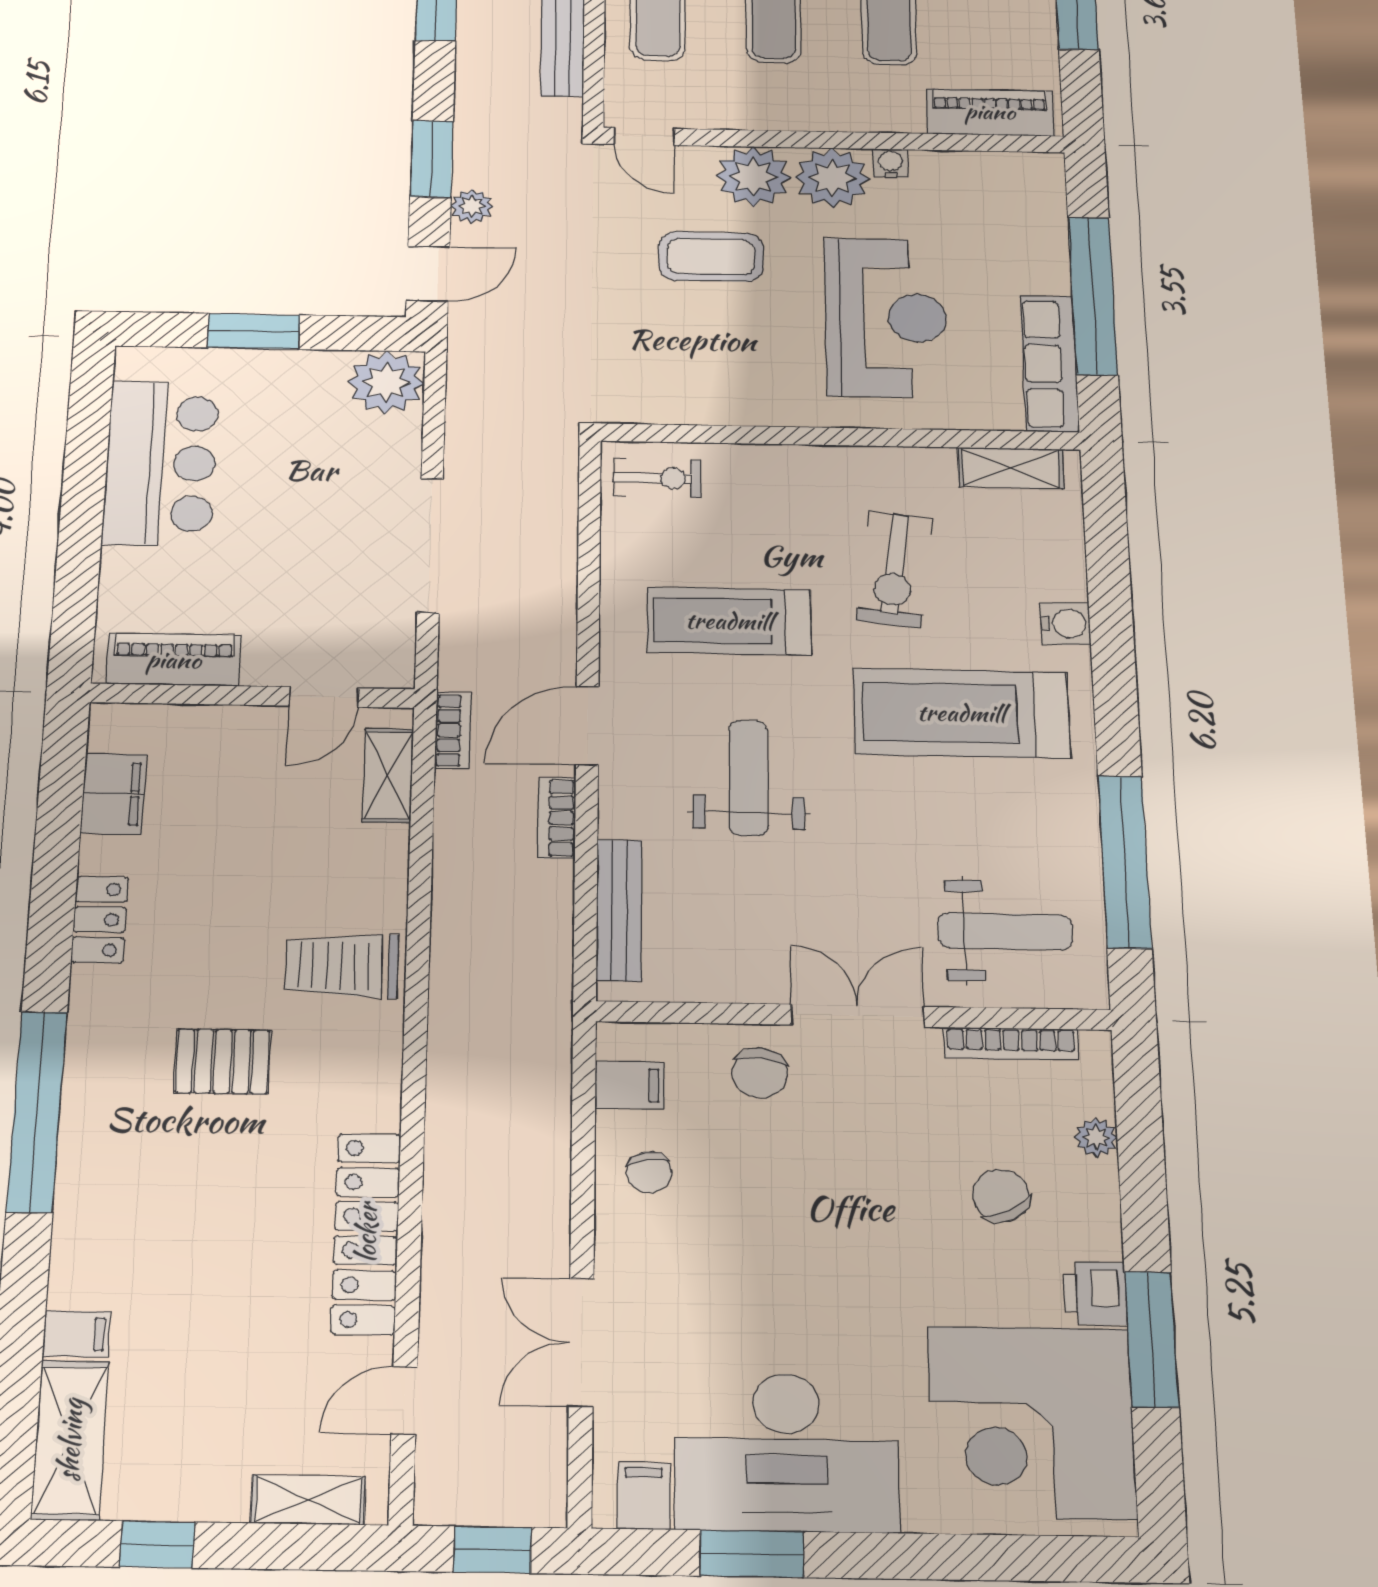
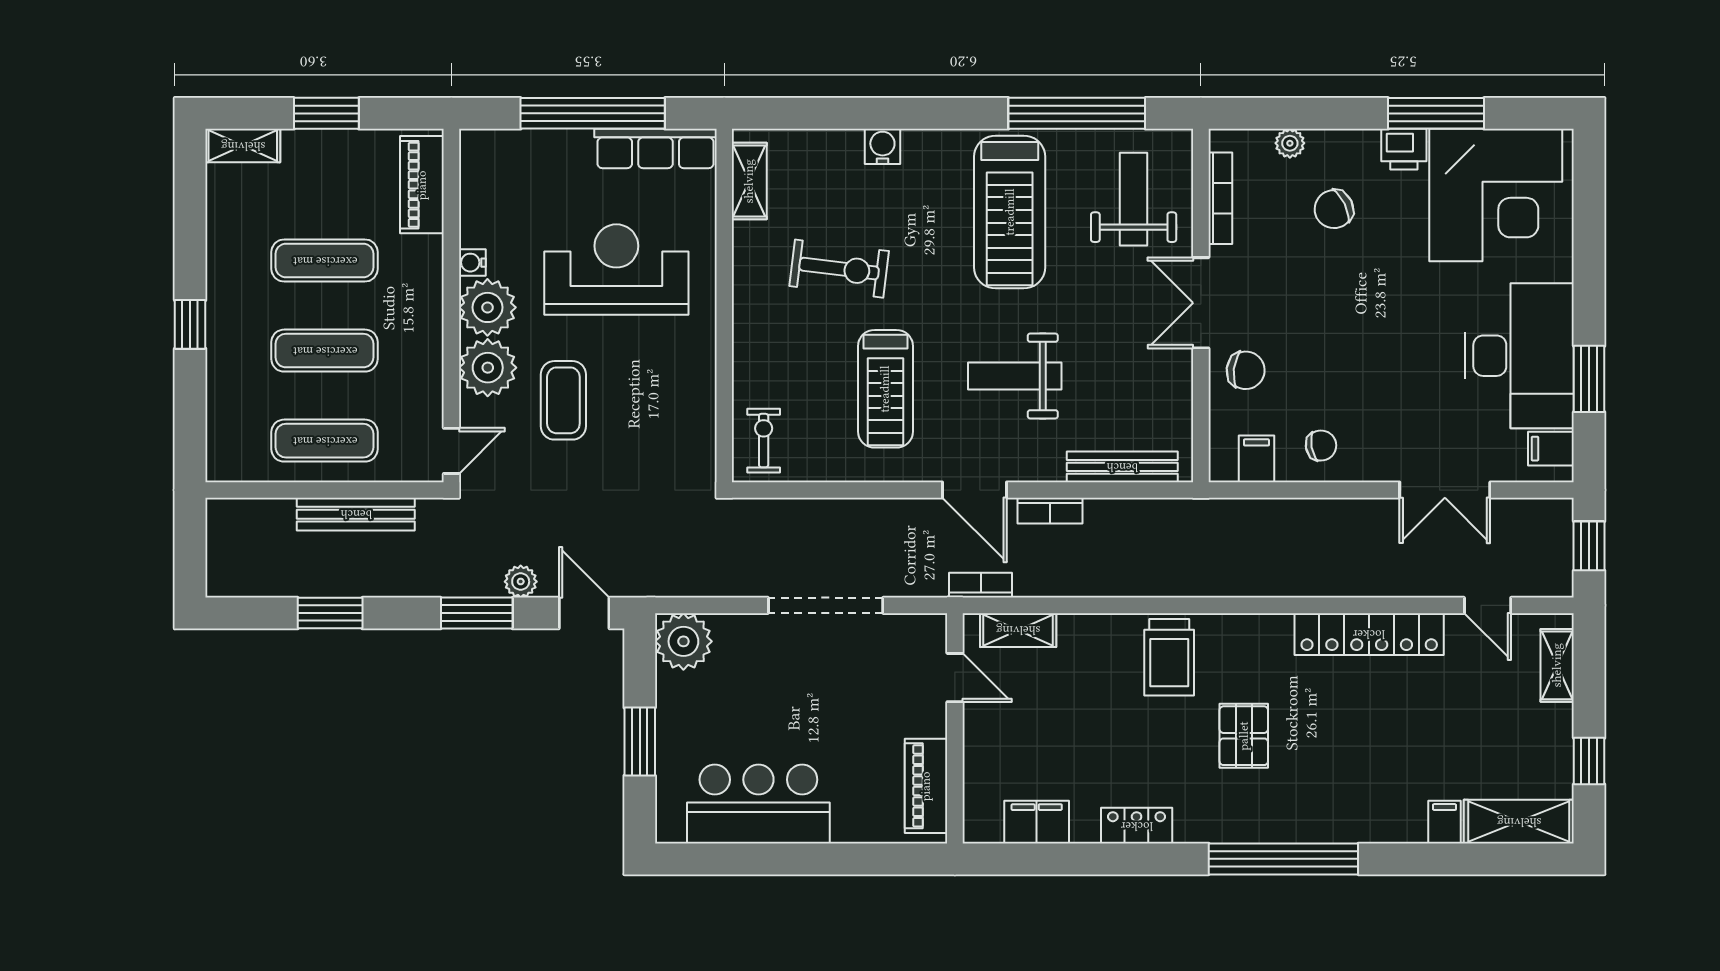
treadmill: (961, 713) -> (1010, 212), moved

